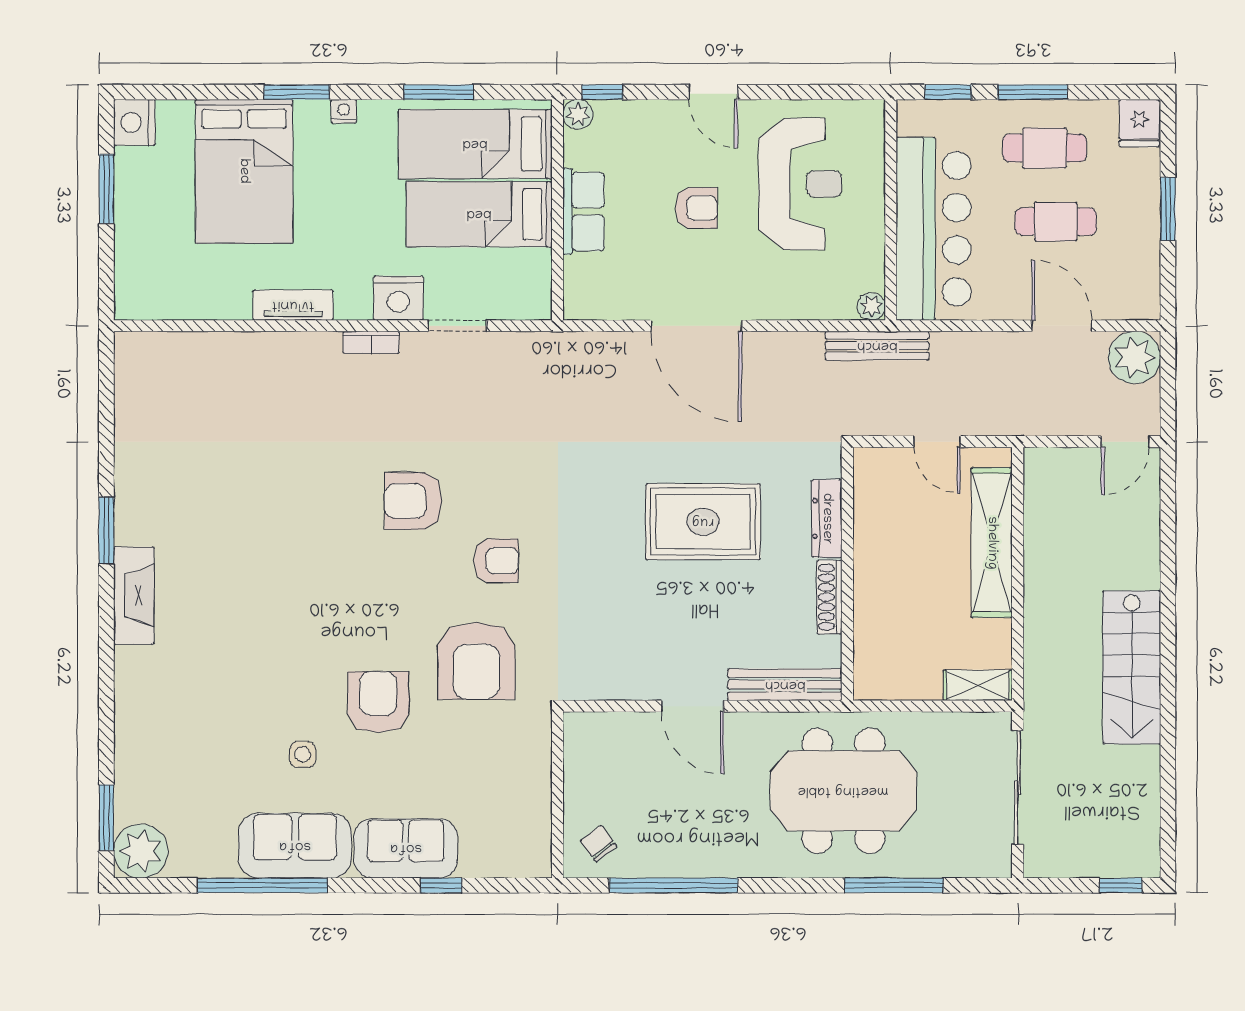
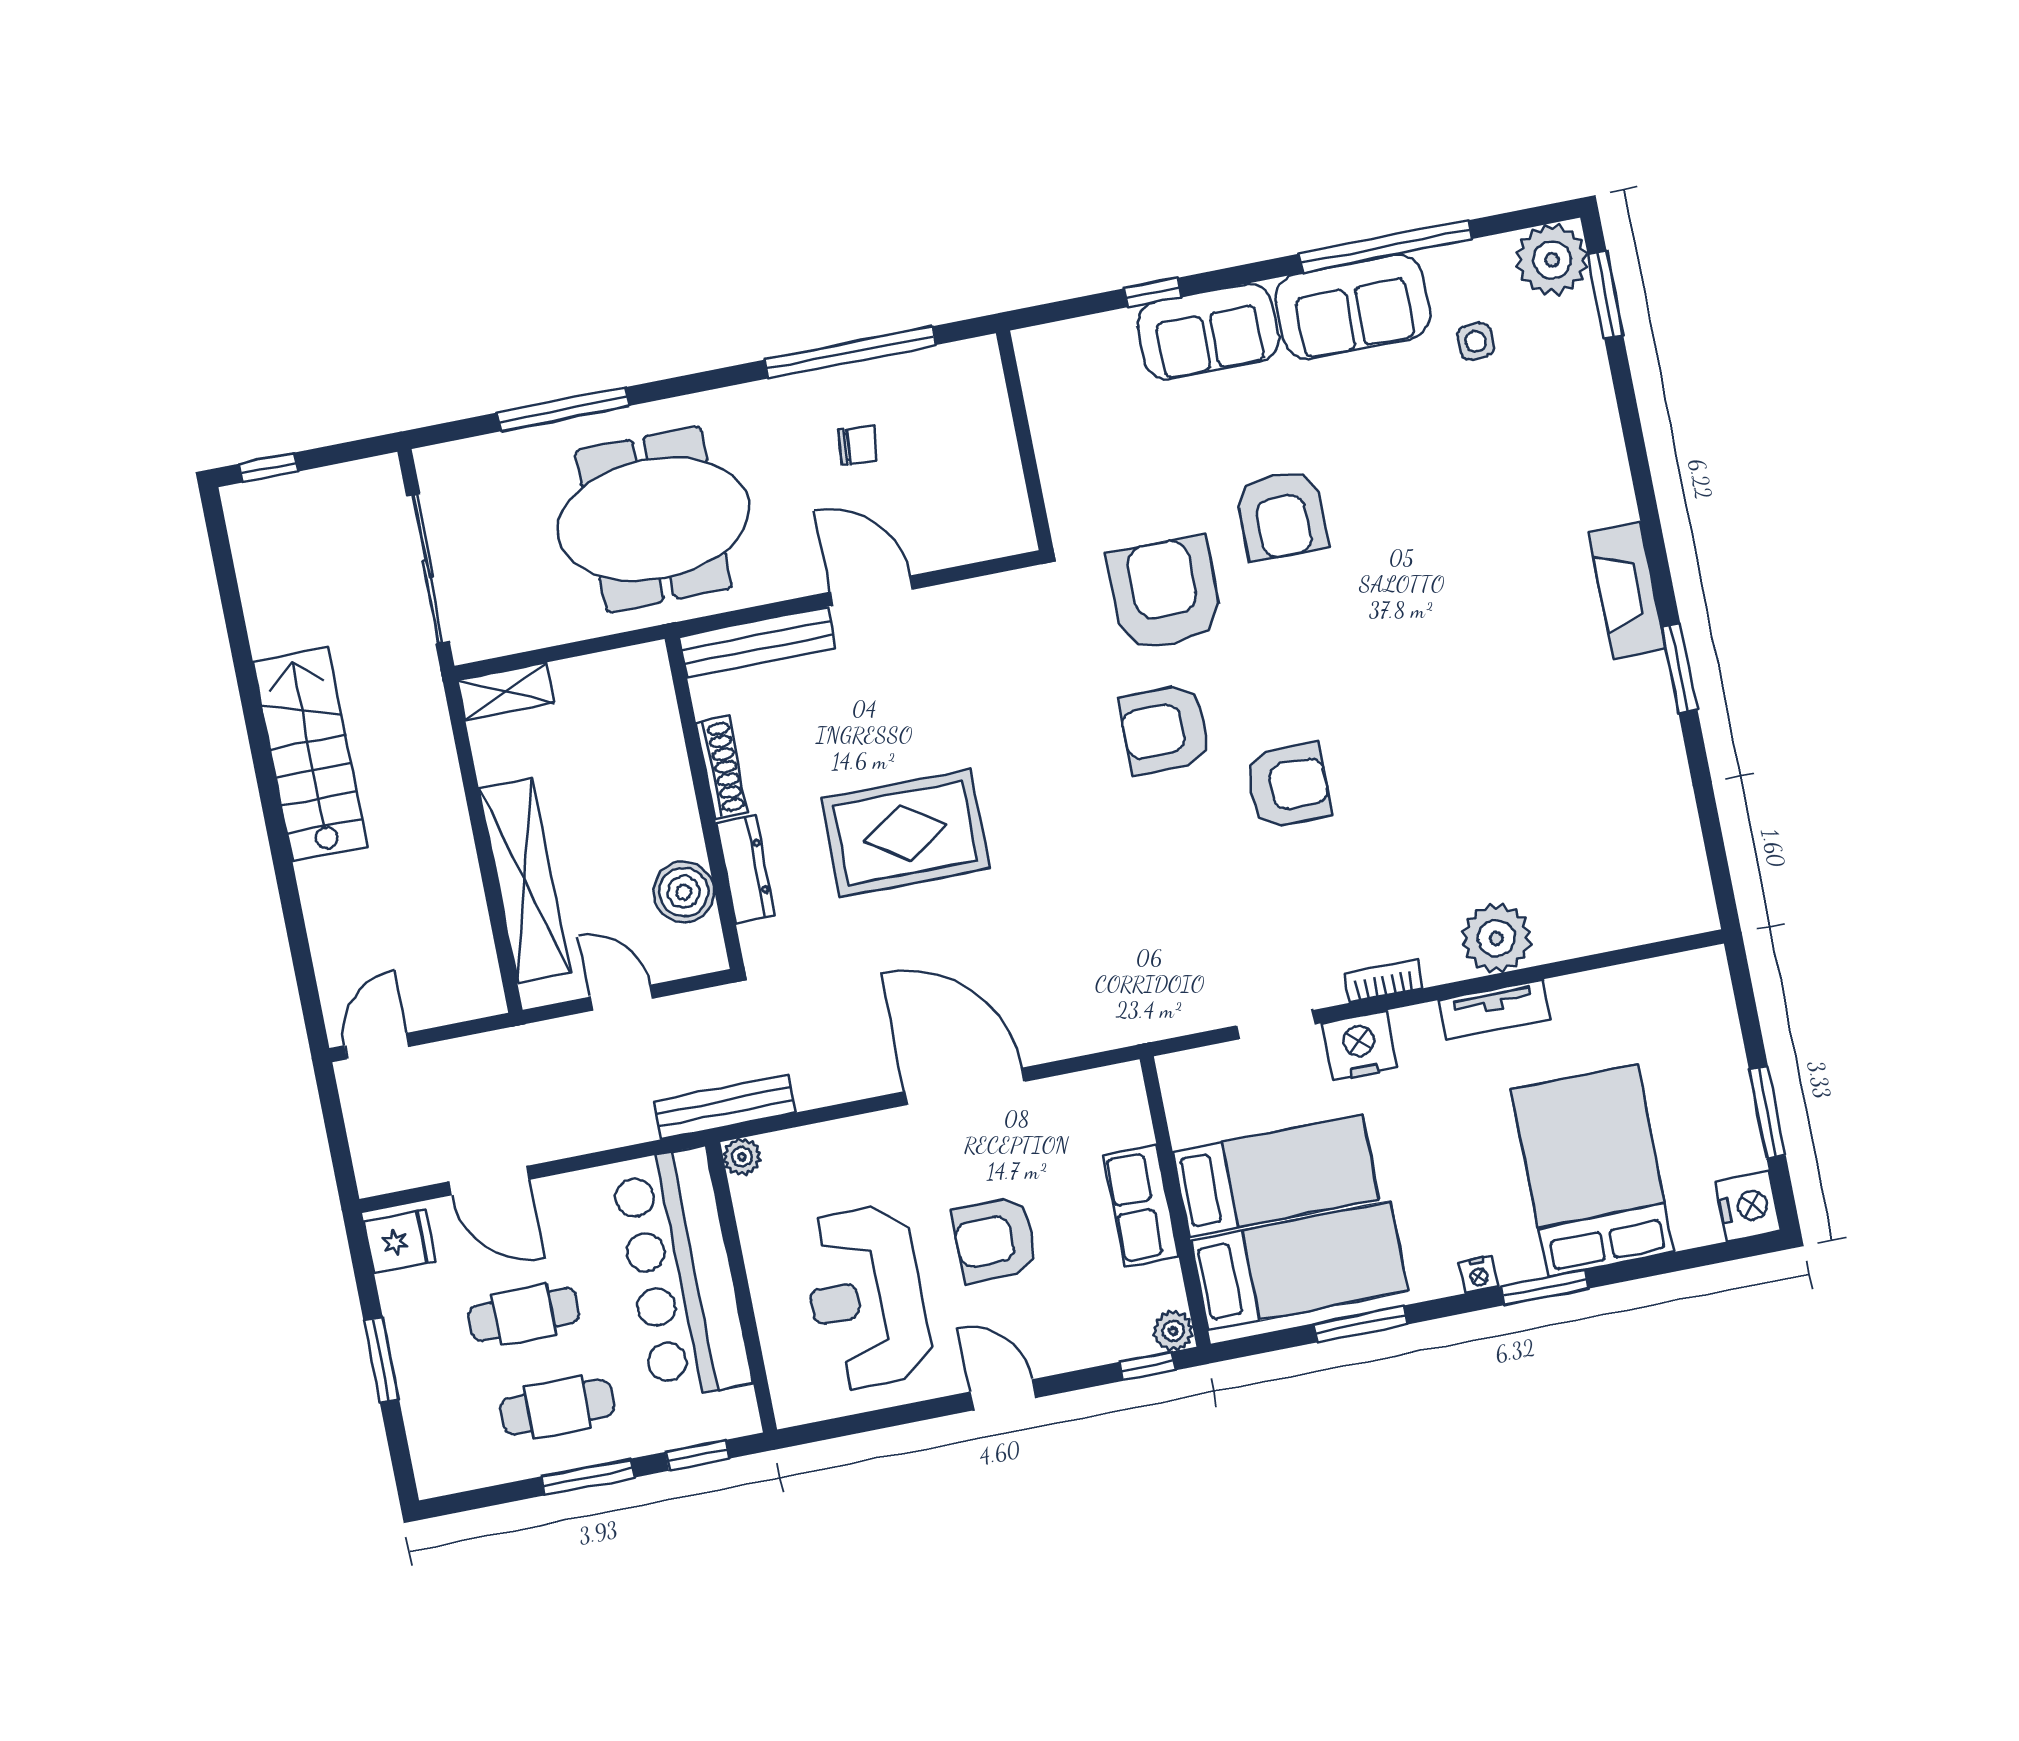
fridge: (1139, 123) -> (400, 1241), moved, turned 90
armchair: (696, 208) -> (995, 1240), width x1.38, depth x1.38
plant: (1134, 357) -> (1496, 938), moved
boiler: (876, 511) -> (684, 892), added
armchair: (496, 561) -> (1165, 729), width x1.38, depth x1.38
side table: (303, 754) -> (1476, 341), moved
chair: (598, 844) -> (858, 445), moved, turned -48

